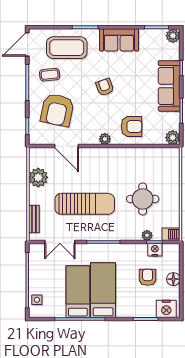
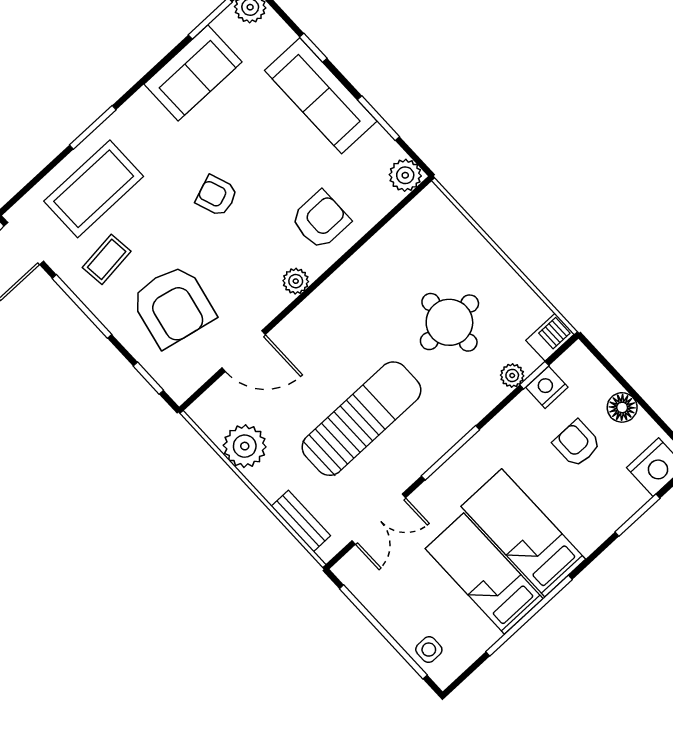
sofa: (119, 40) -> (193, 73), moved

